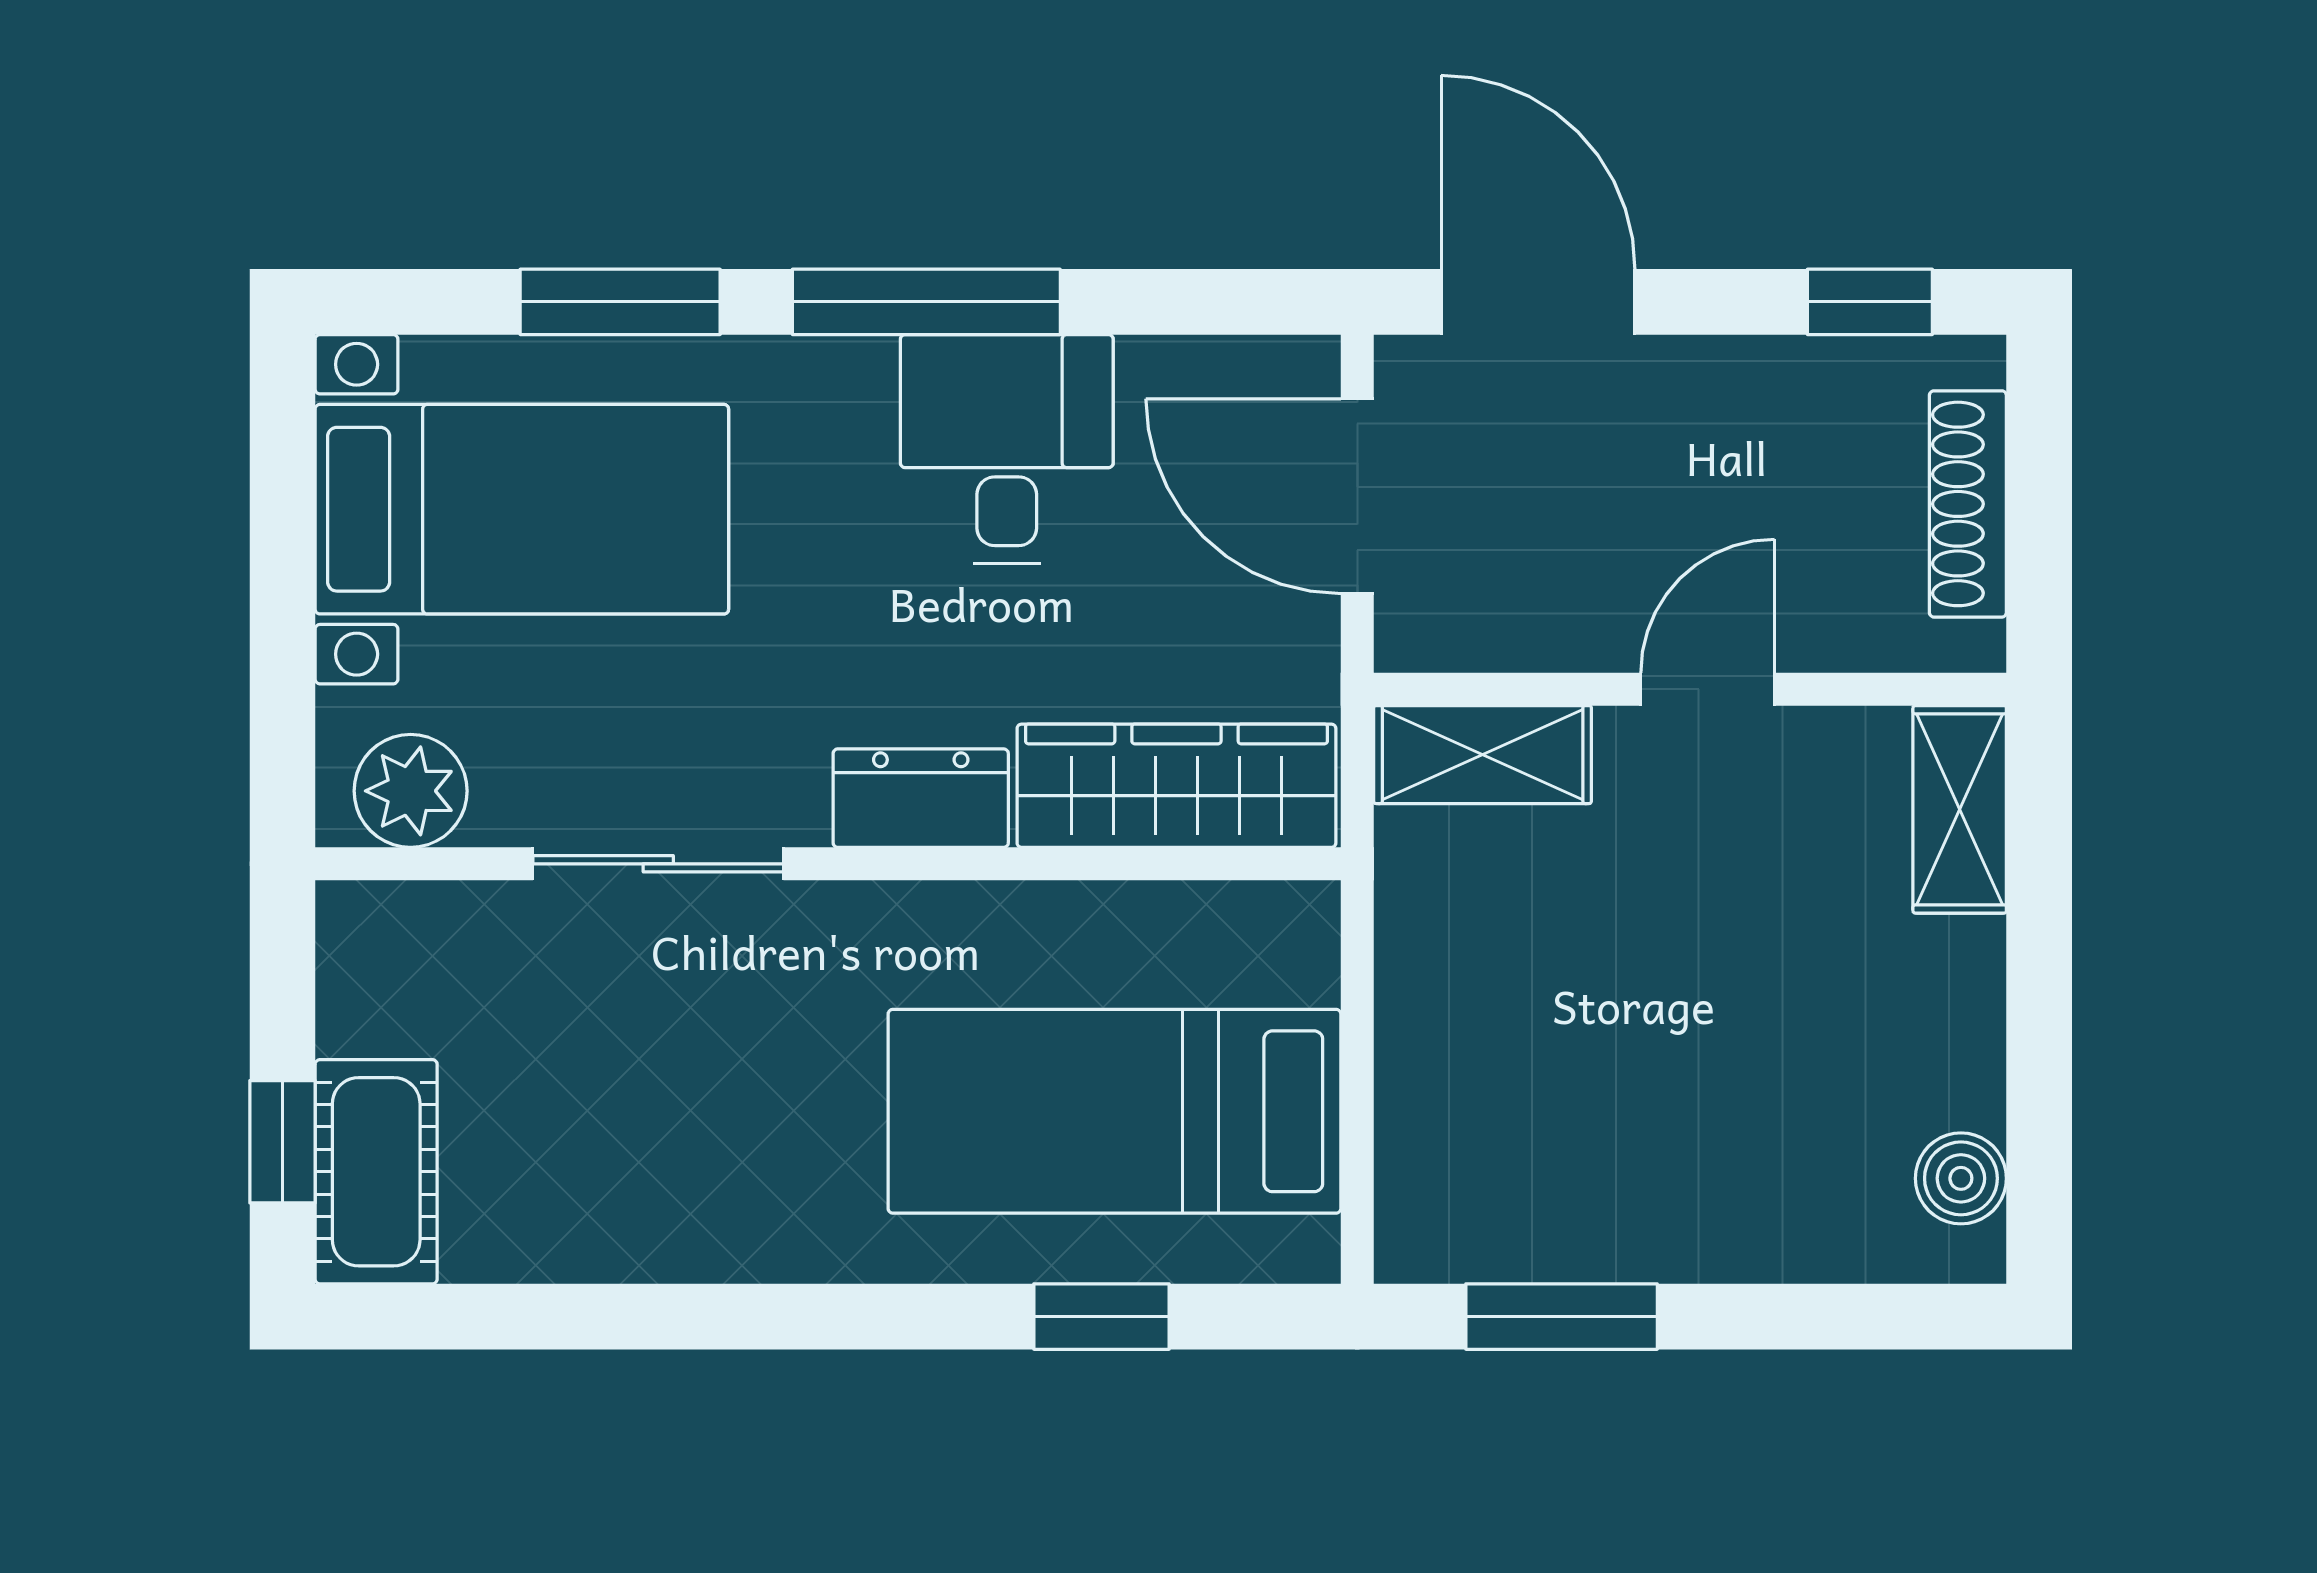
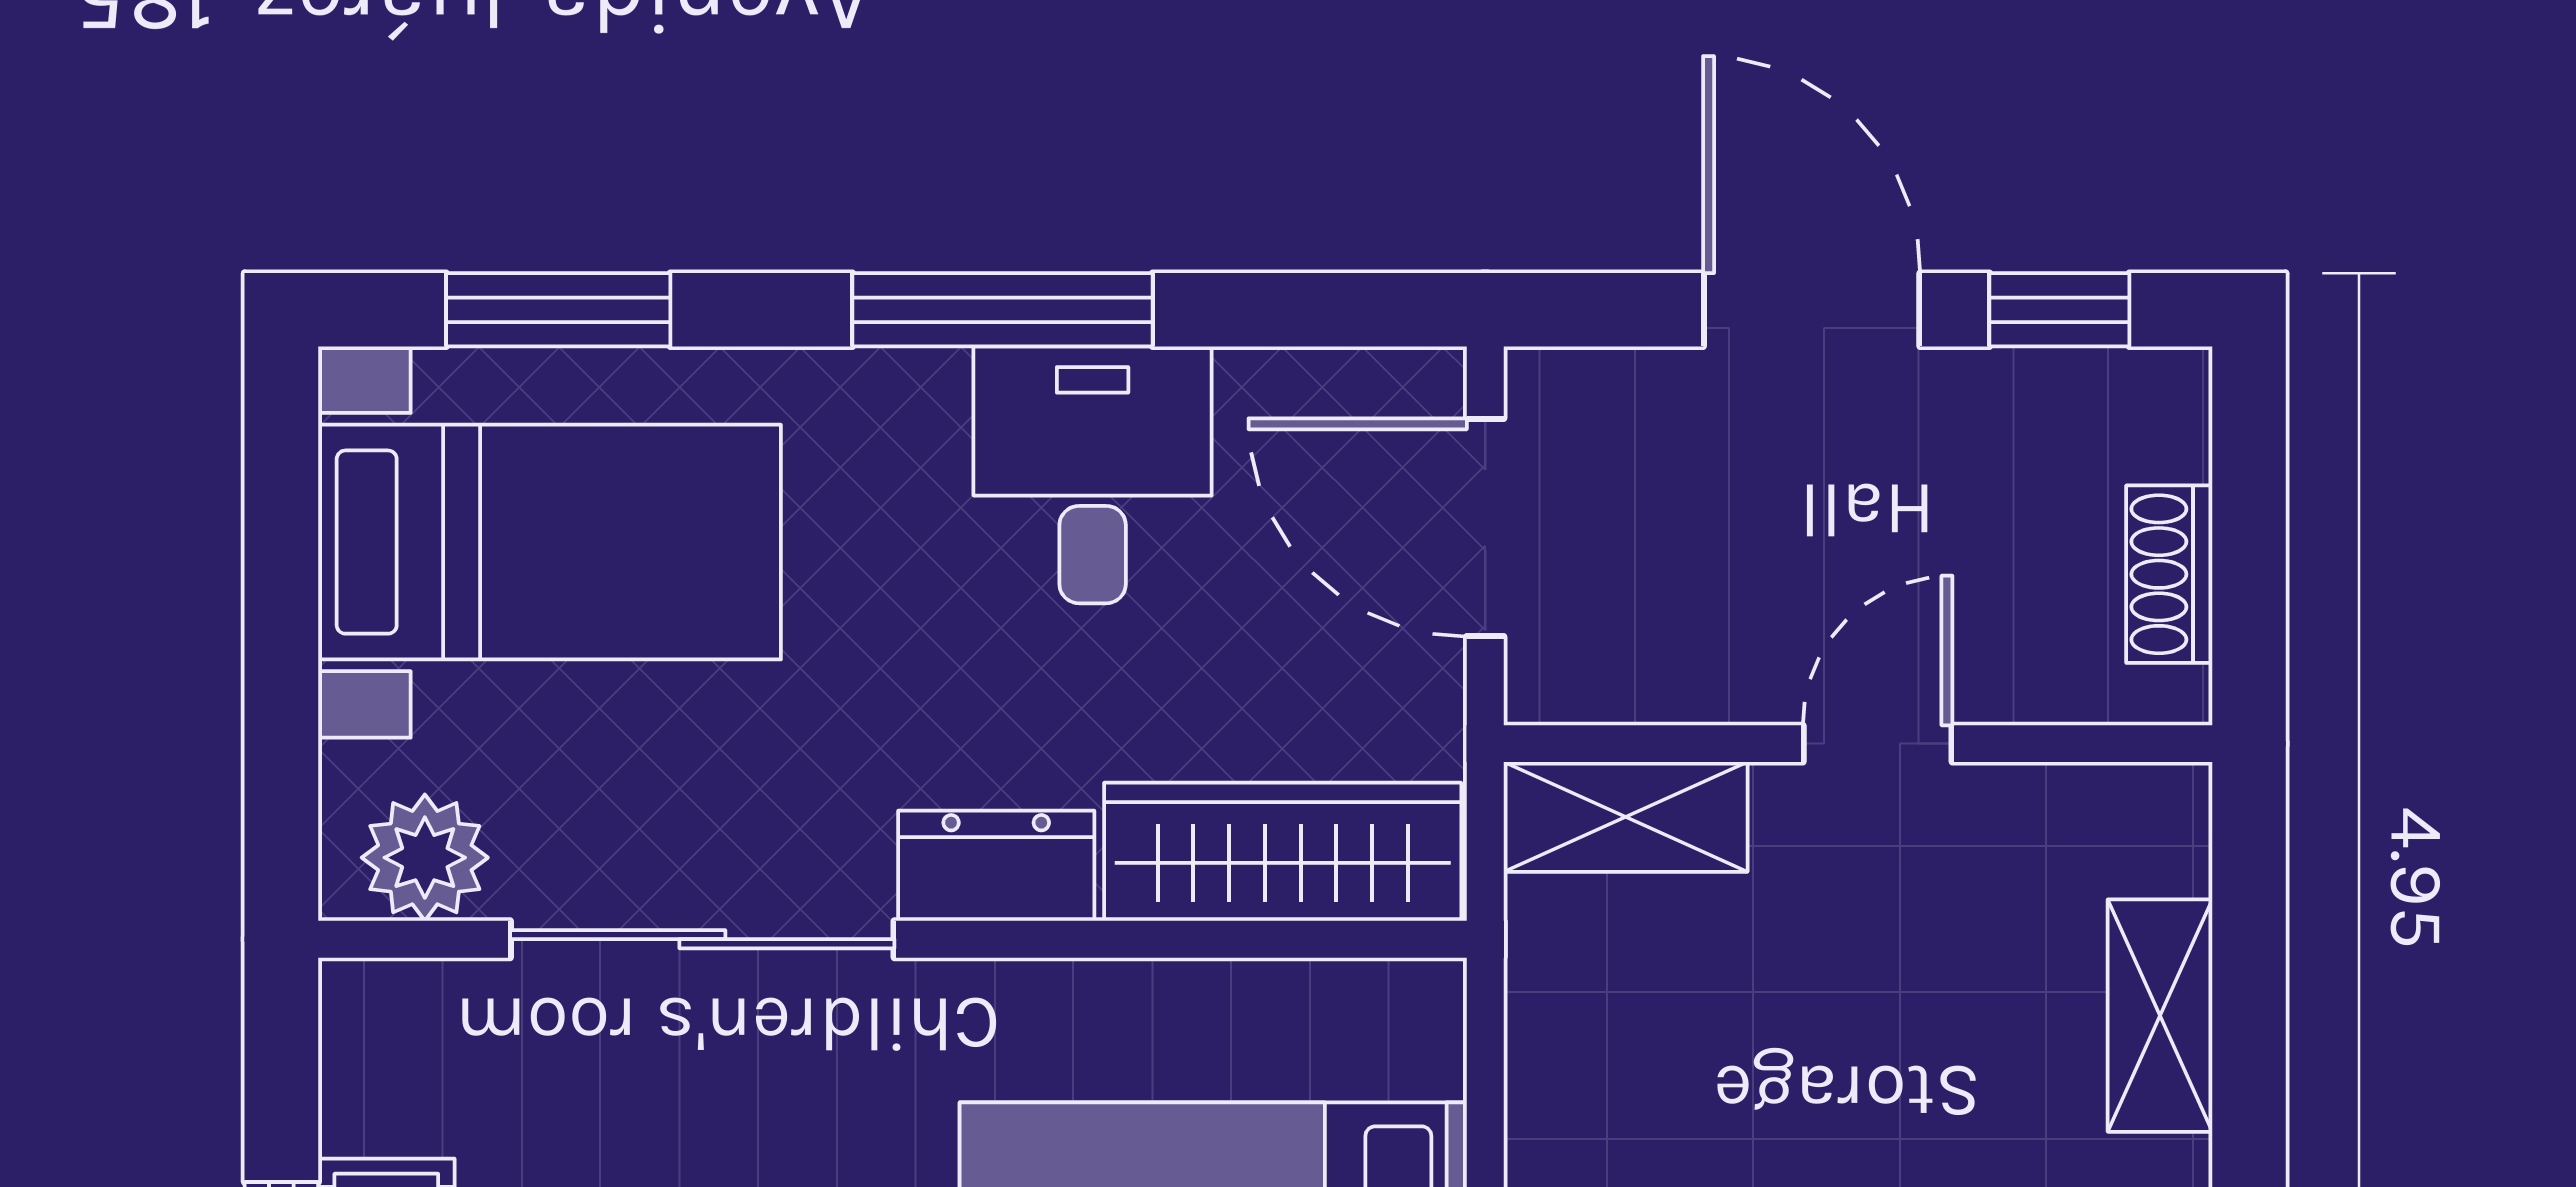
window: (620, 302) -> (558, 310), moved
door: (1538, 302) -> (1812, 310), moved
shoe rack: (1968, 504) -> (2169, 574), width x0.70
shelving: (1960, 809) -> (2160, 1016), moved
sliding door: (658, 864) -> (702, 939), width x1.37

